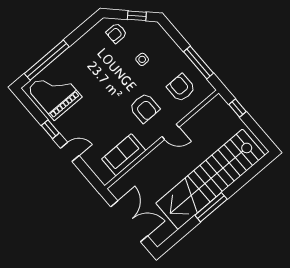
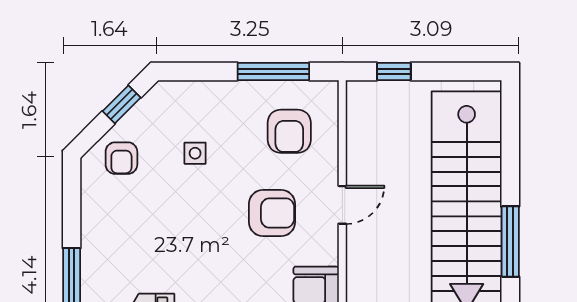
armchair: (181, 88) -> (289, 131), turned -90

